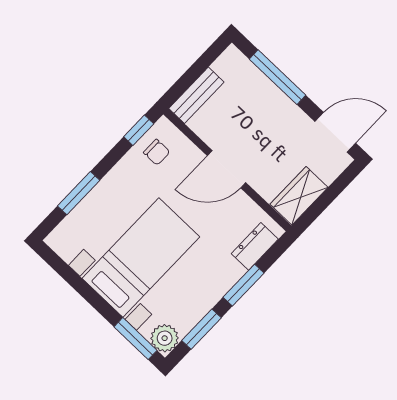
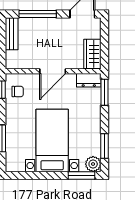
bench: (196, 95) -> (12, 34), moved
dresser: (255, 246) -> (89, 80), moved, turned -90
window: (244, 285) -> (105, 92), moved

